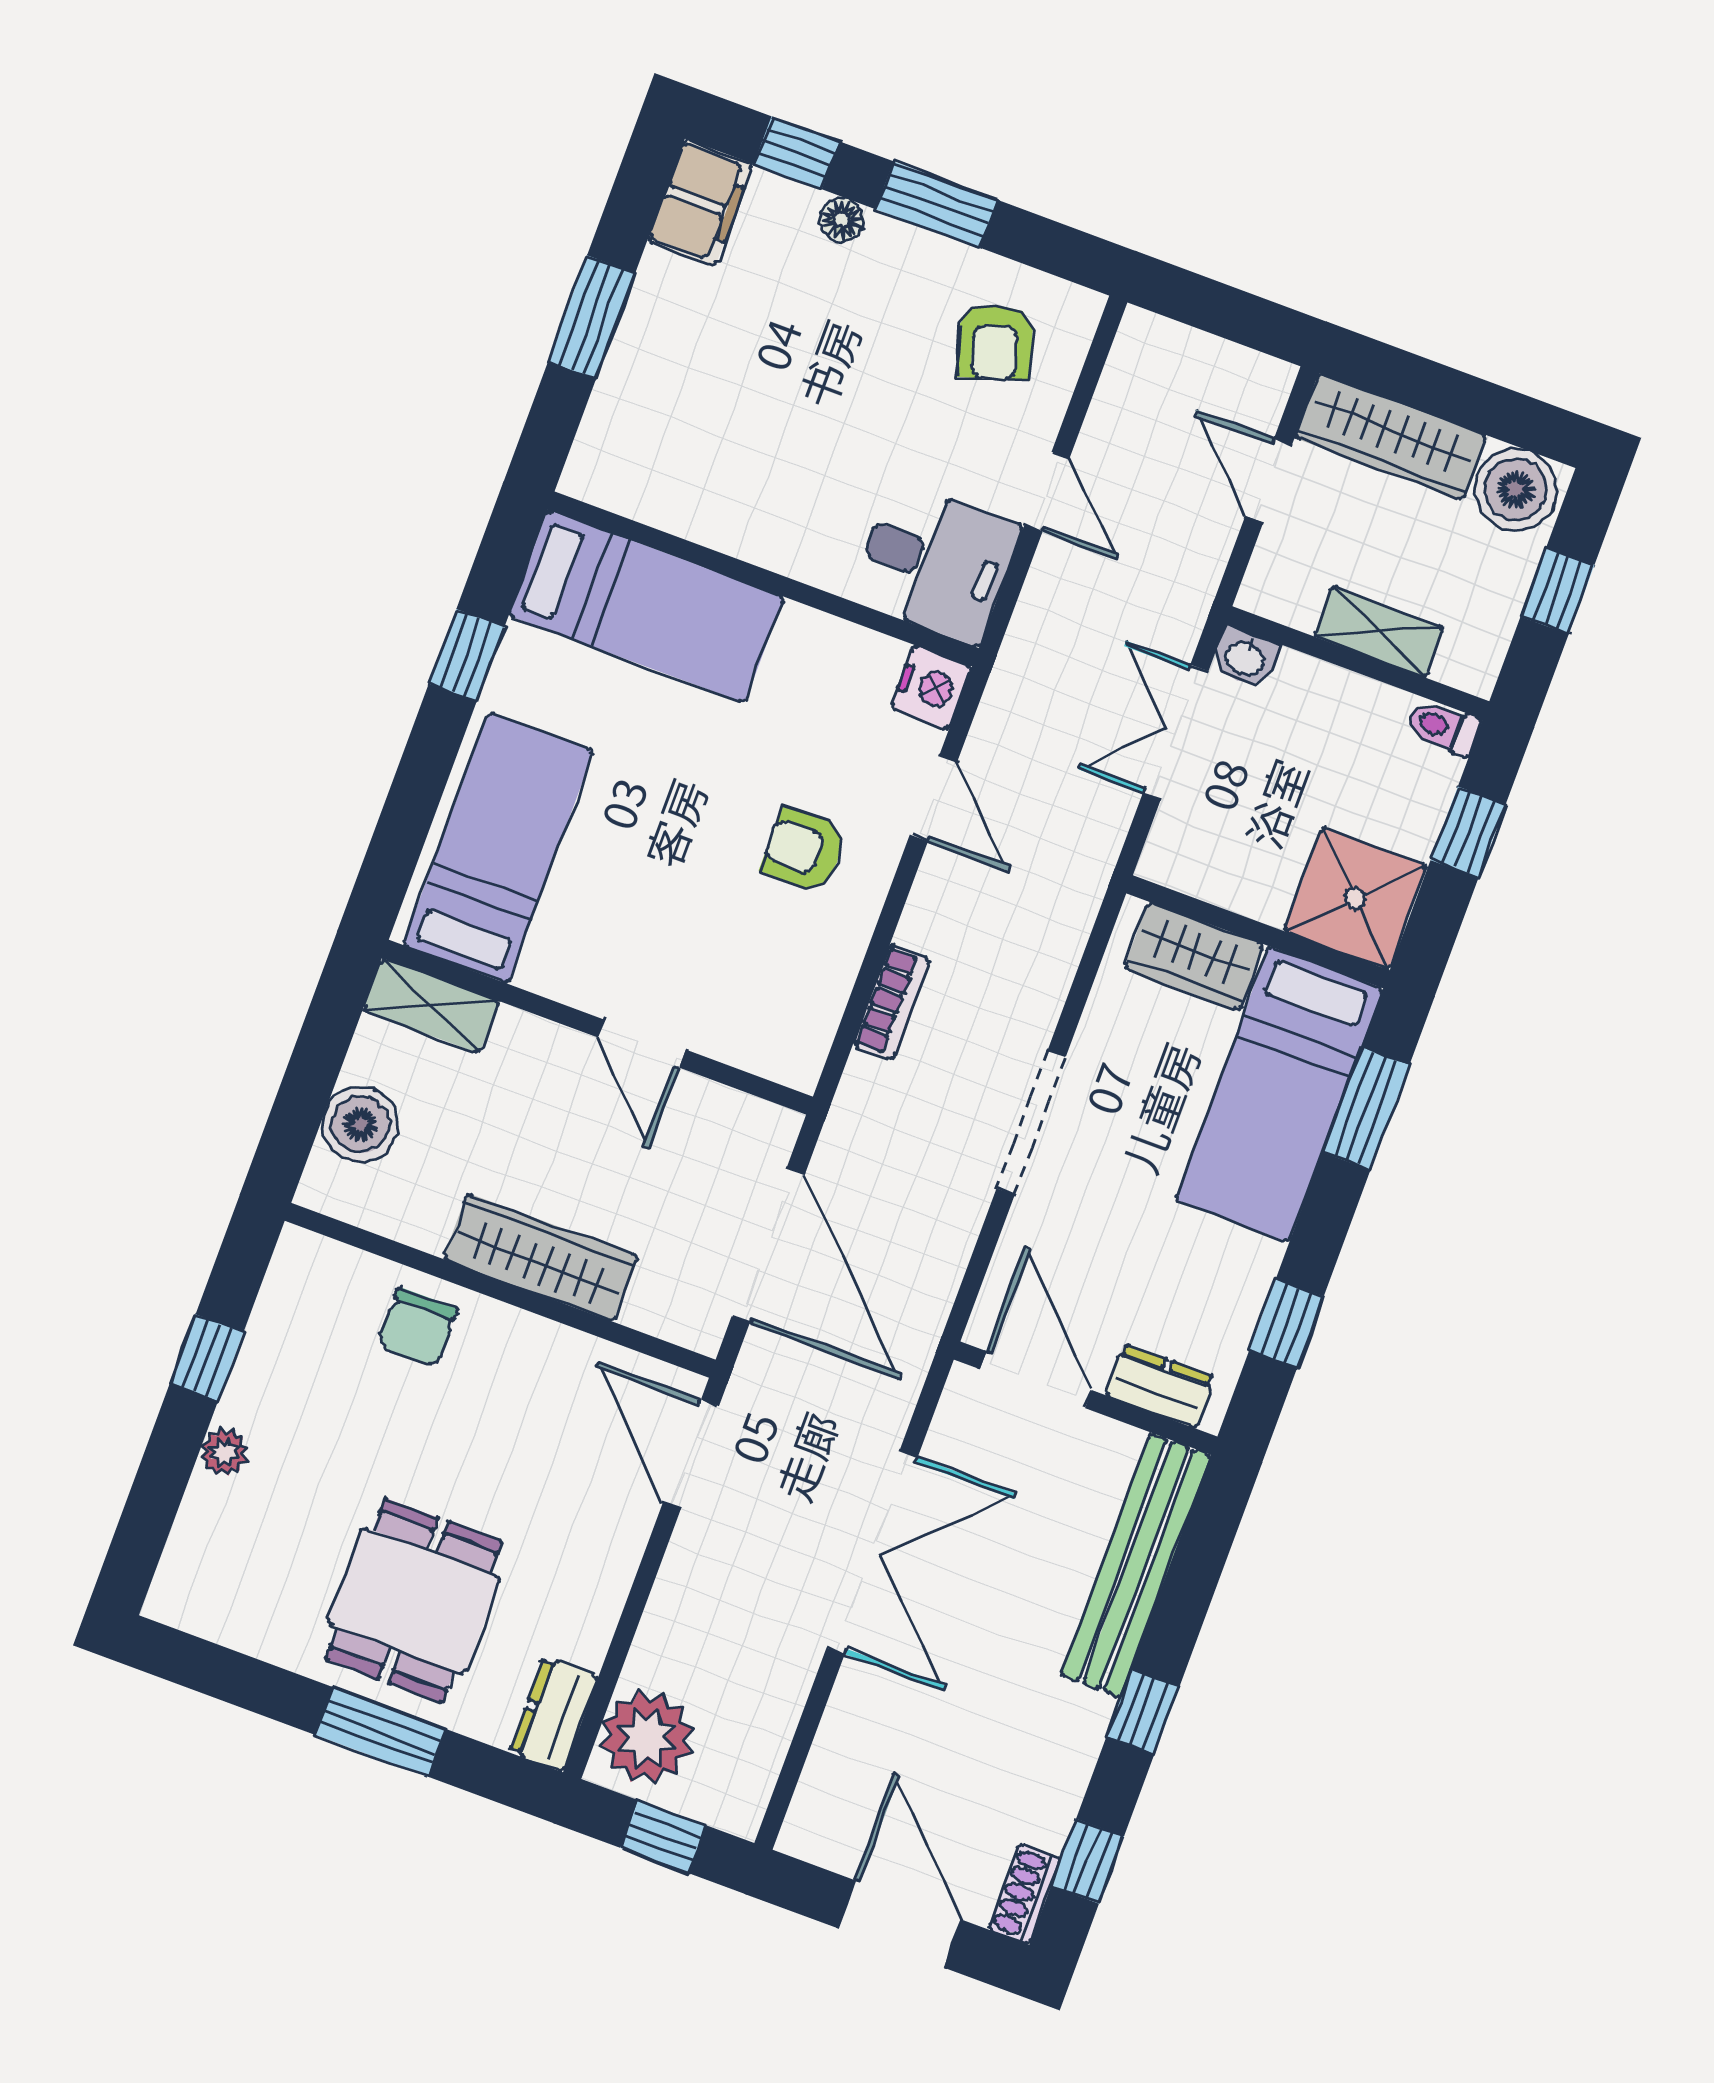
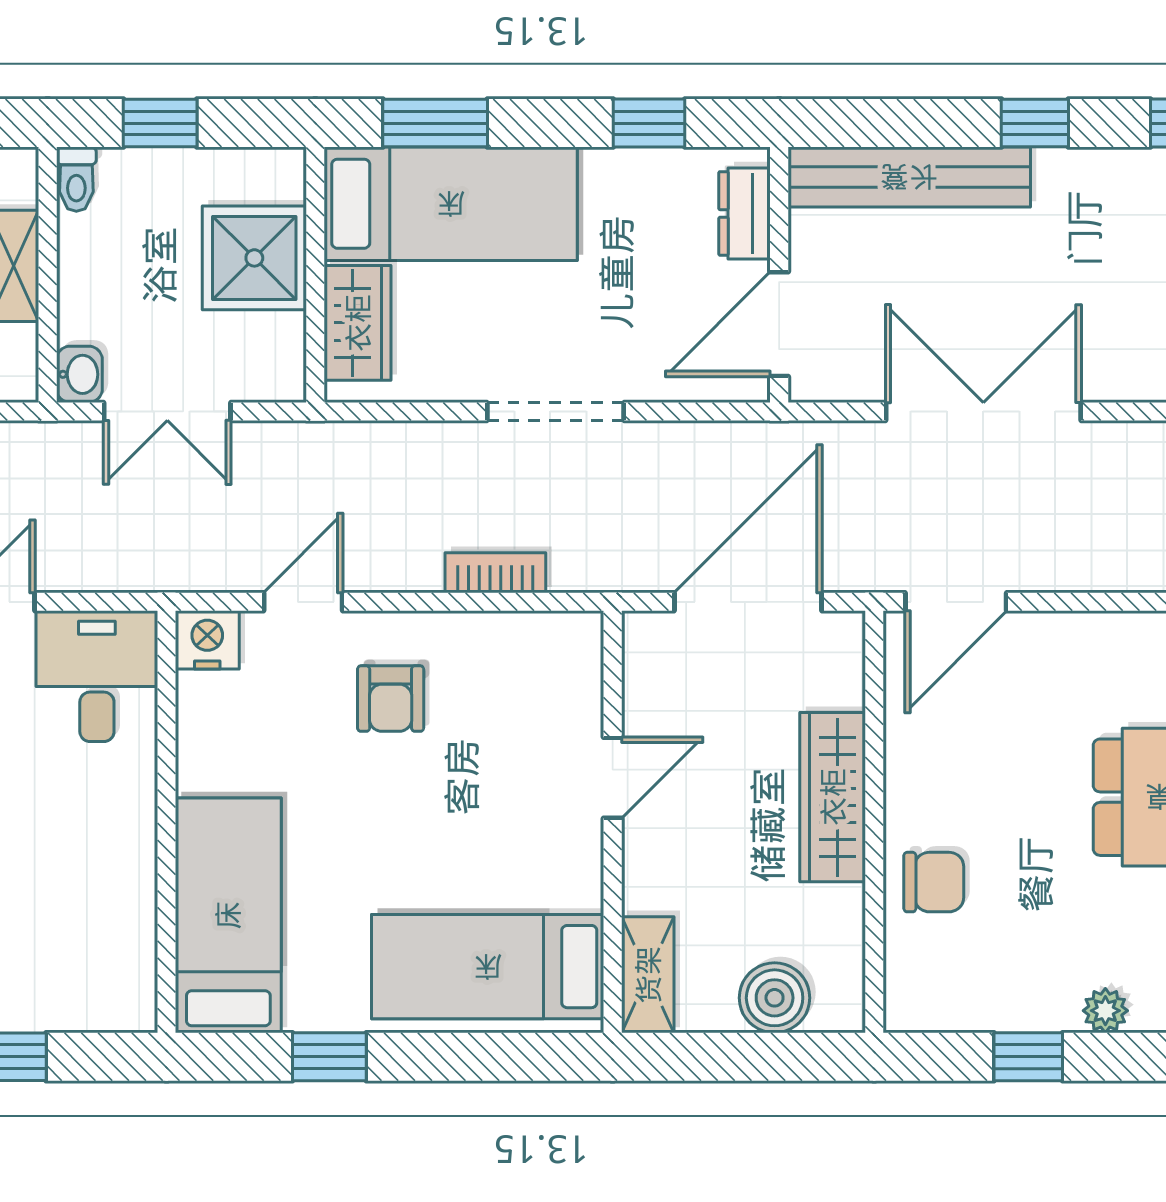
shower: (1355, 898) -> (254, 258), moved

